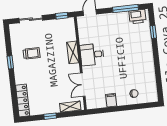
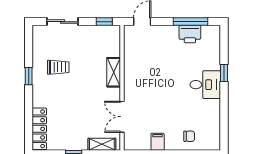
printer: (138, 17) -> (190, 34), moved
window: (153, 32) -> (224, 73), moved
desk: (92, 55) -> (205, 85), moved, turned 180

